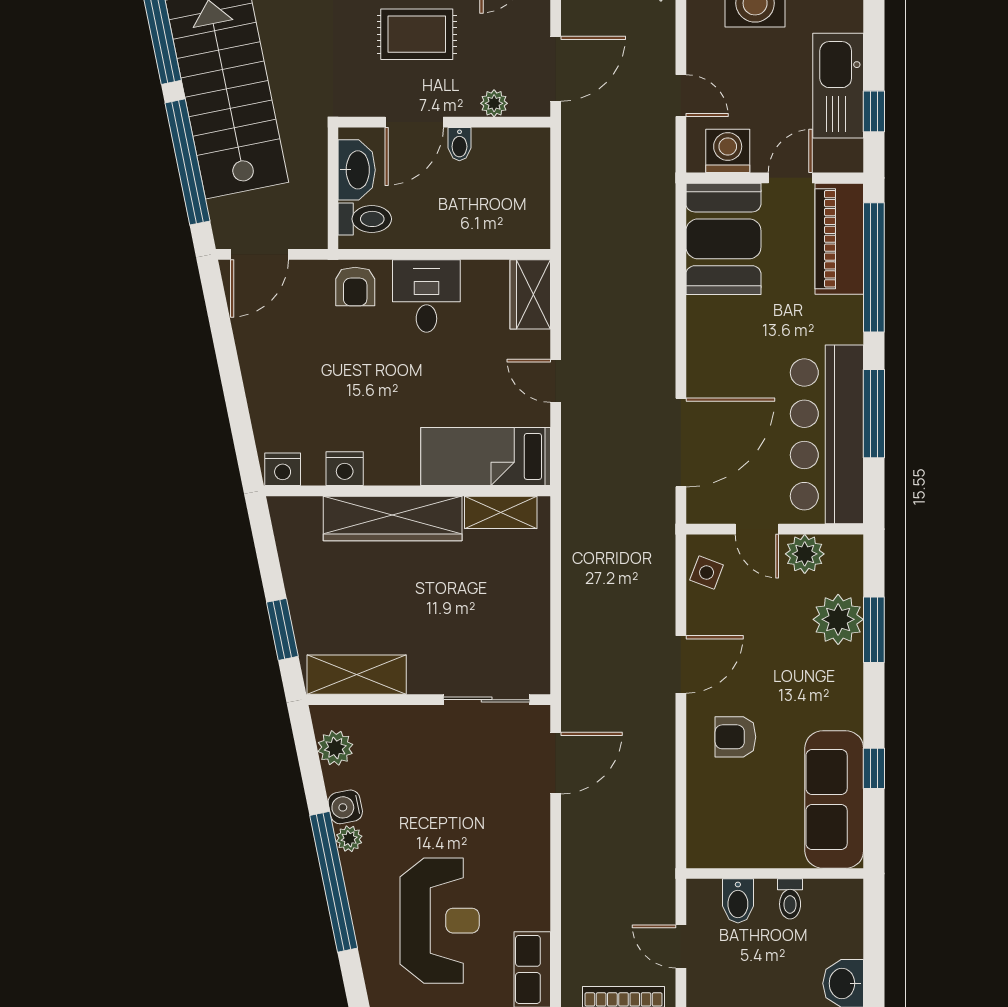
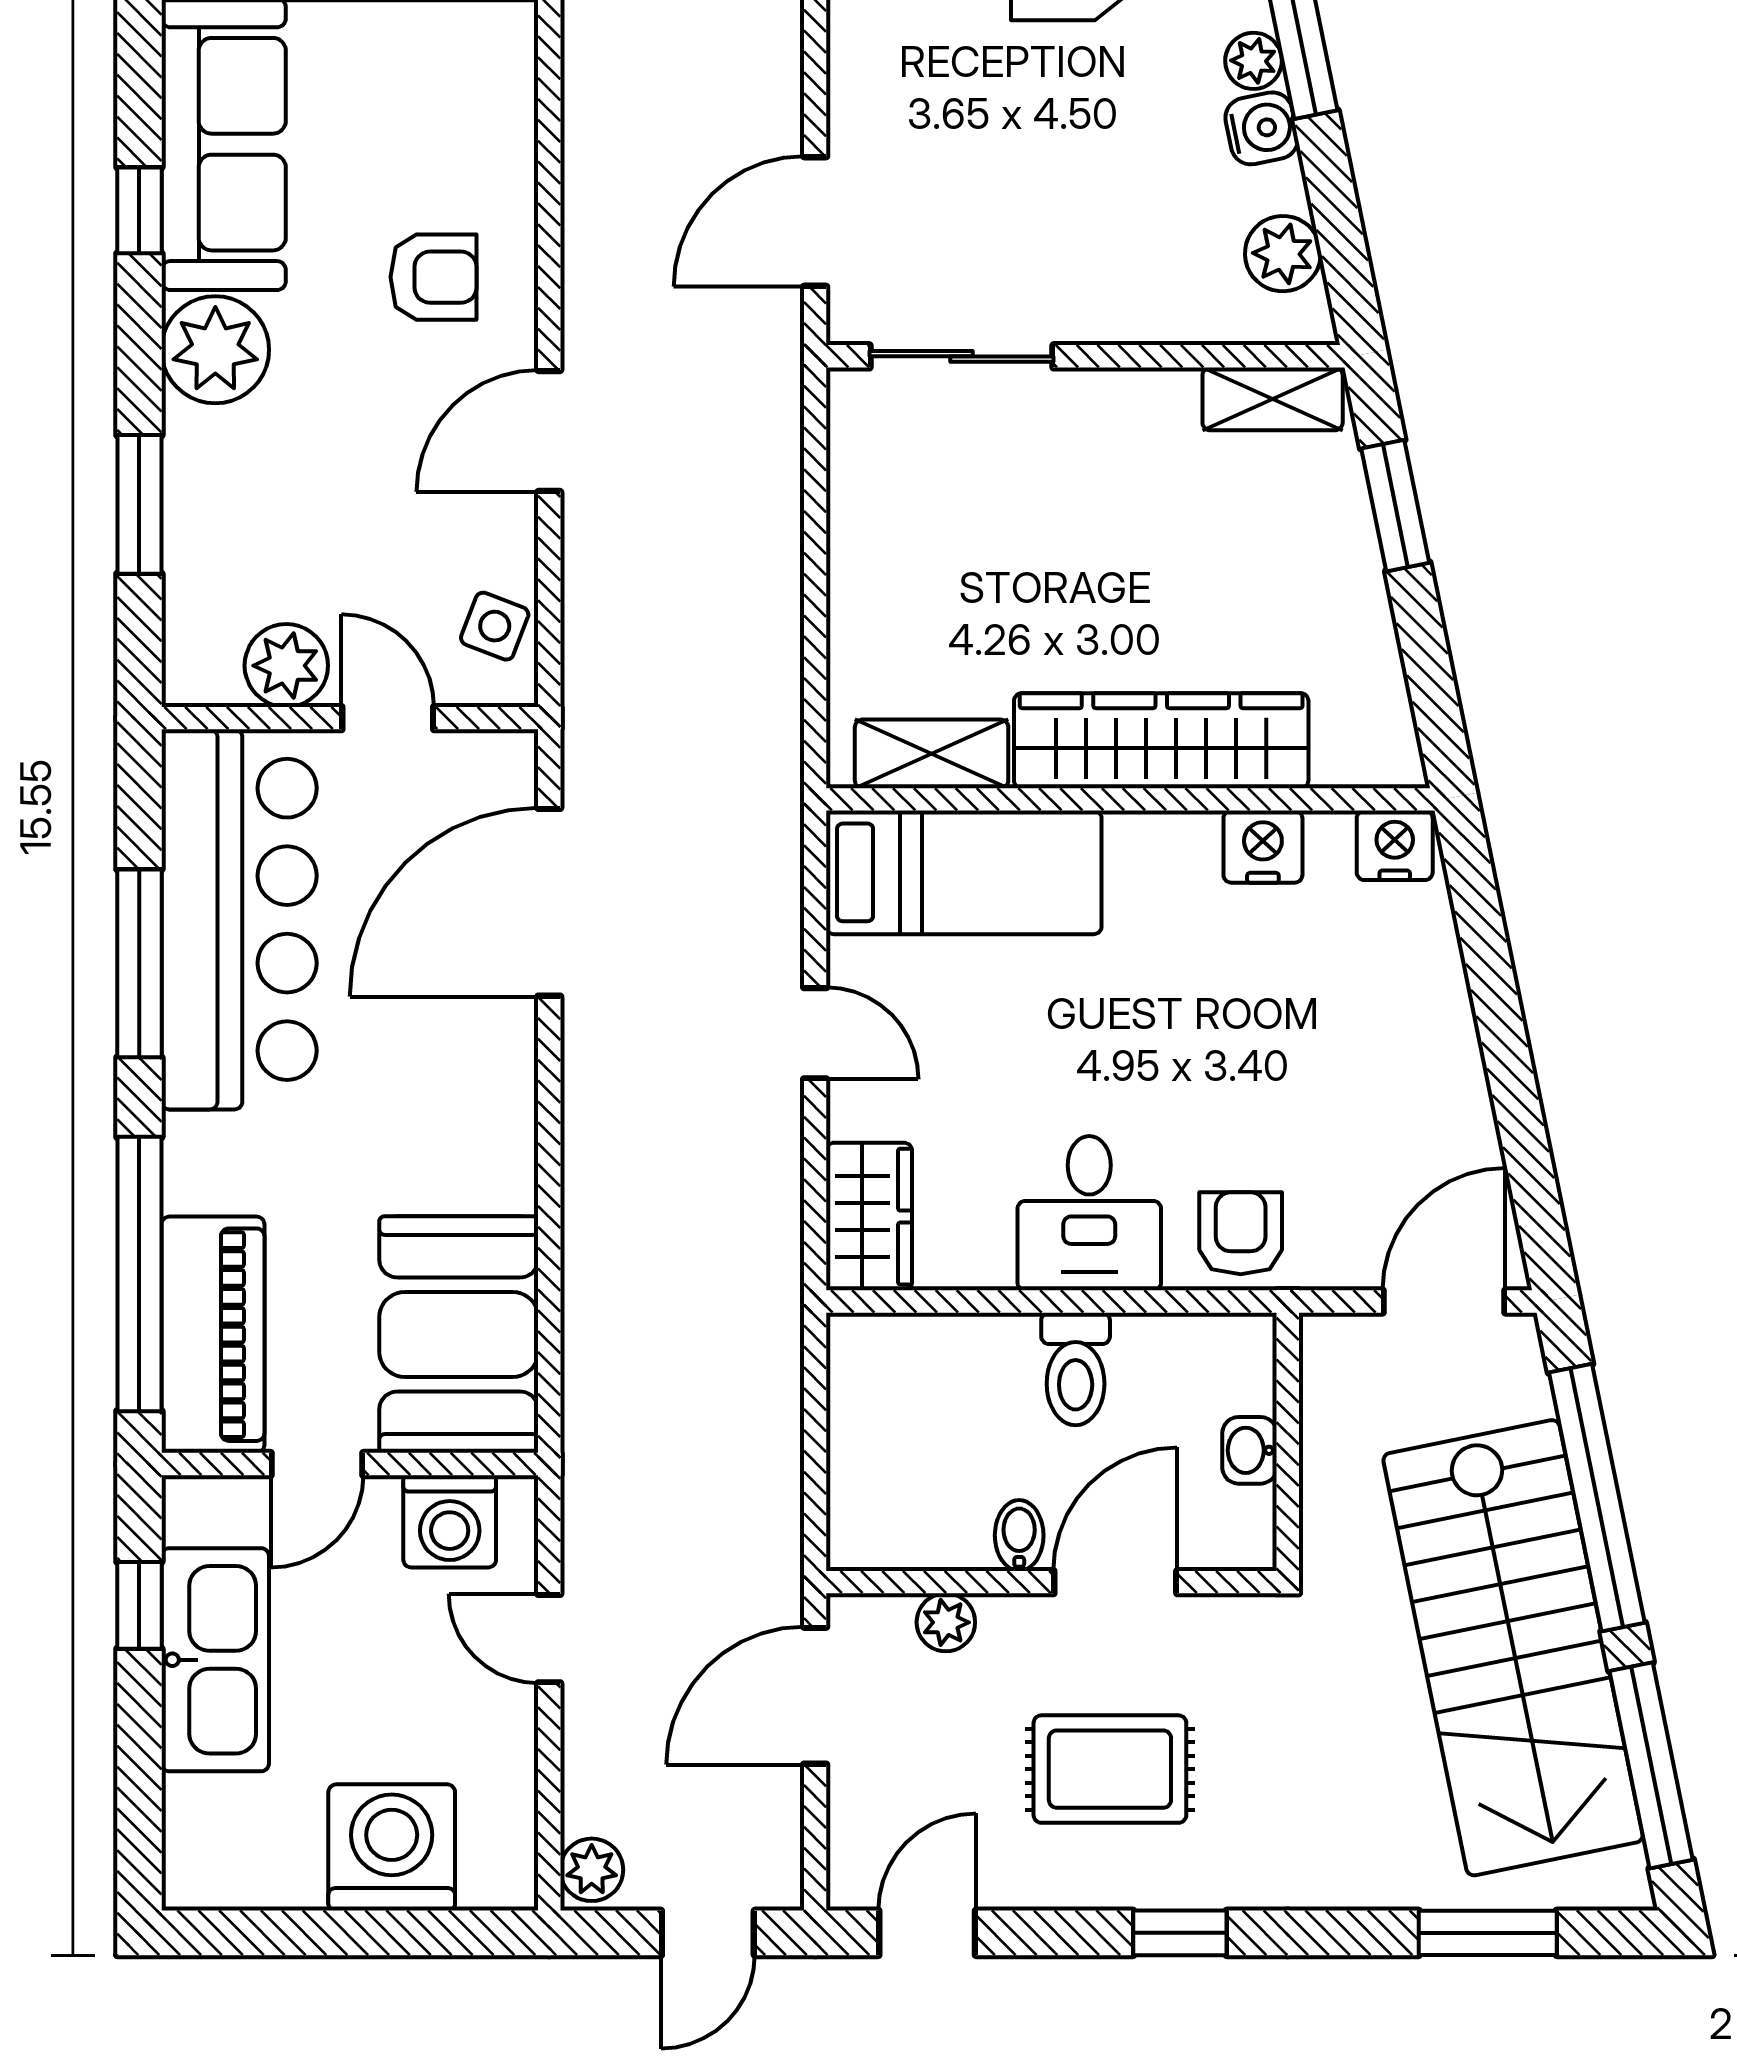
washbasin: (357, 170) -> (1250, 1450), width x0.52, depth x0.69
toilet: (365, 219) -> (1076, 1369), moved, turned -90
plant: (838, 619) -> (215, 350), moved
shelving: (357, 675) -> (1273, 399), width x0.67, depth x0.75

